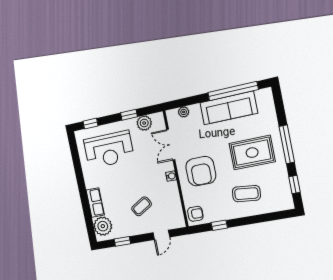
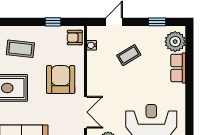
water cooler: (171, 176) -> (92, 45), moved

